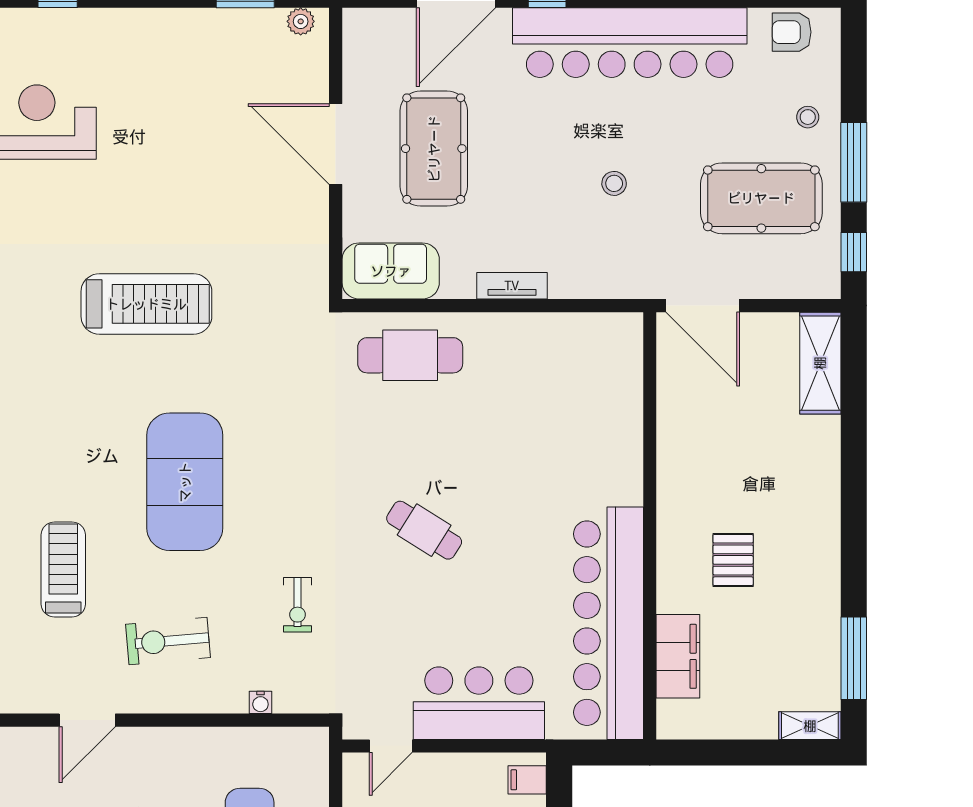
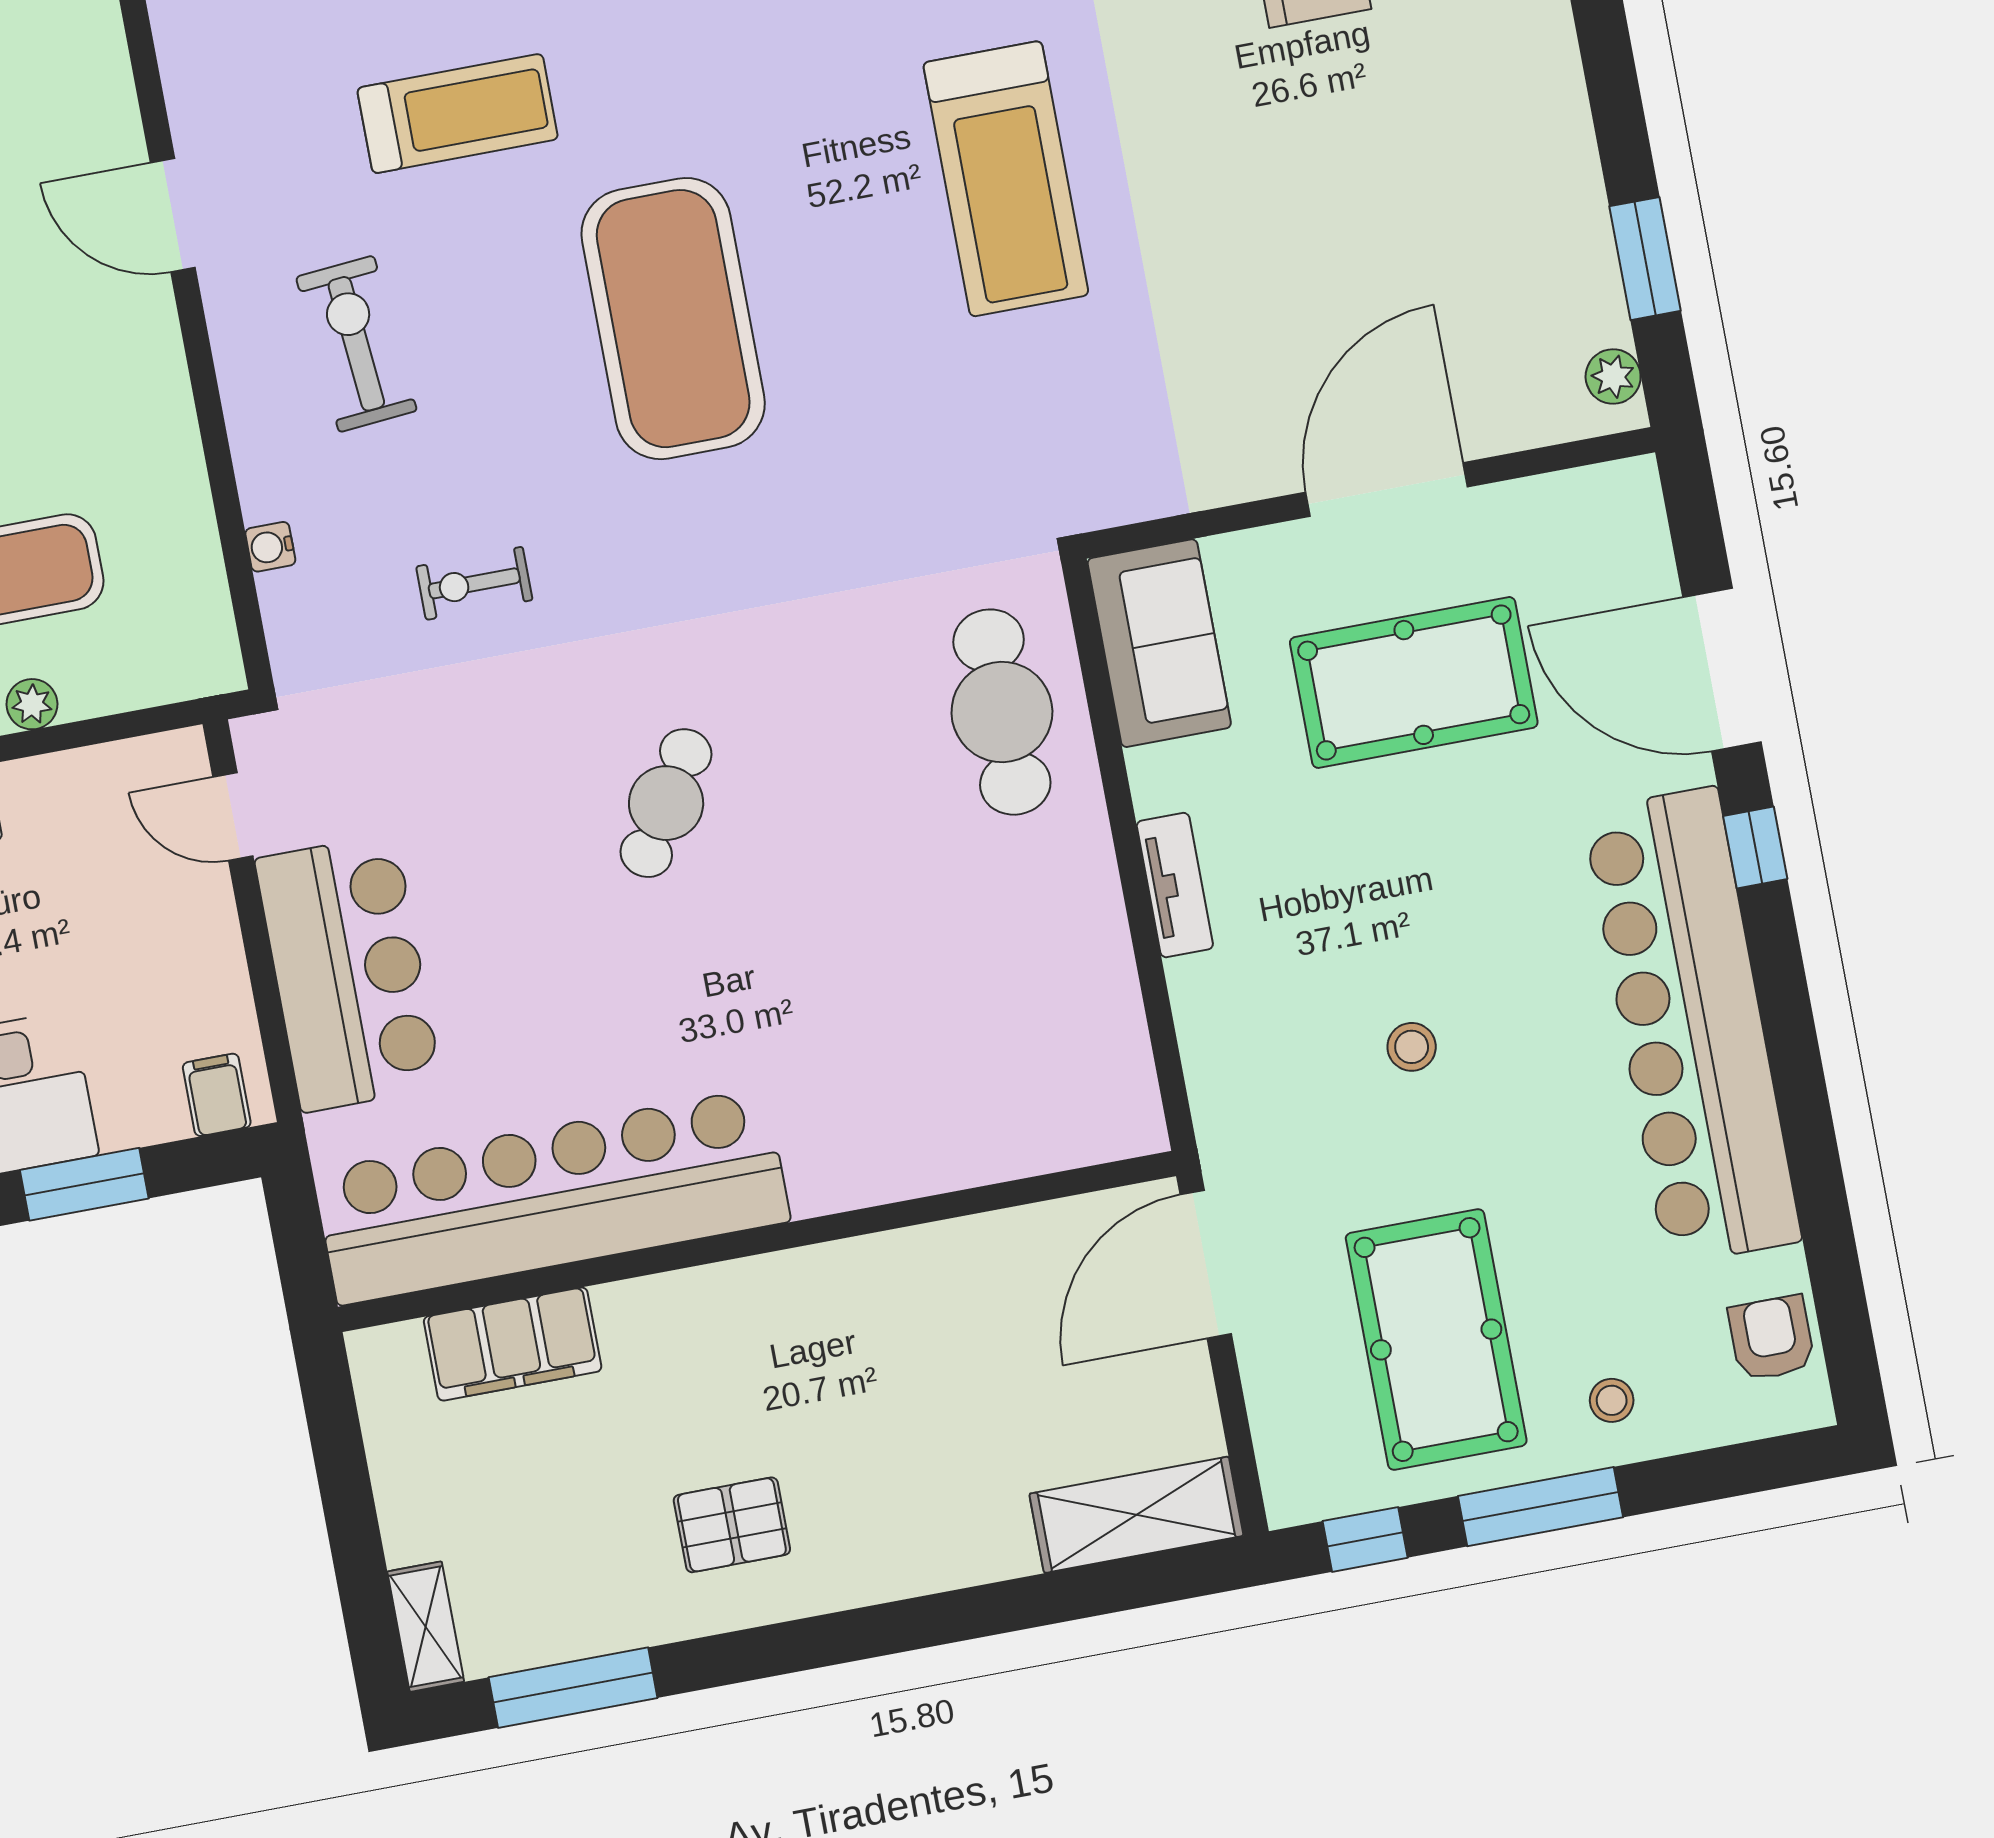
exercise mat: (185, 482) -> (673, 319), turned 90
pallet: (733, 560) -> (732, 1525), moved

